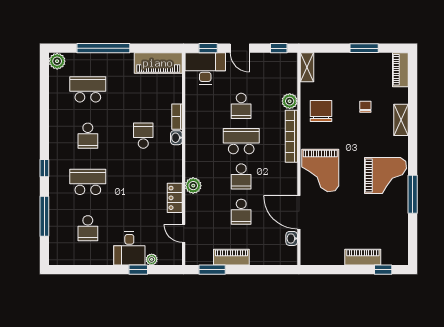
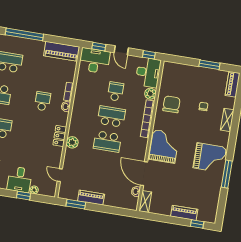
shelving: (307, 67) -> (145, 202), moved
desk: (282, 72) -> (148, 72), added
school desk: (241, 106) -> (116, 91), turned 180
grand piano: (320, 171) -> (164, 146), turned 180
school desk: (241, 176) -> (107, 142), width x1.85
locker: (175, 198) -> (60, 136), moved
school desk: (241, 212) -> (103, 167), removed

